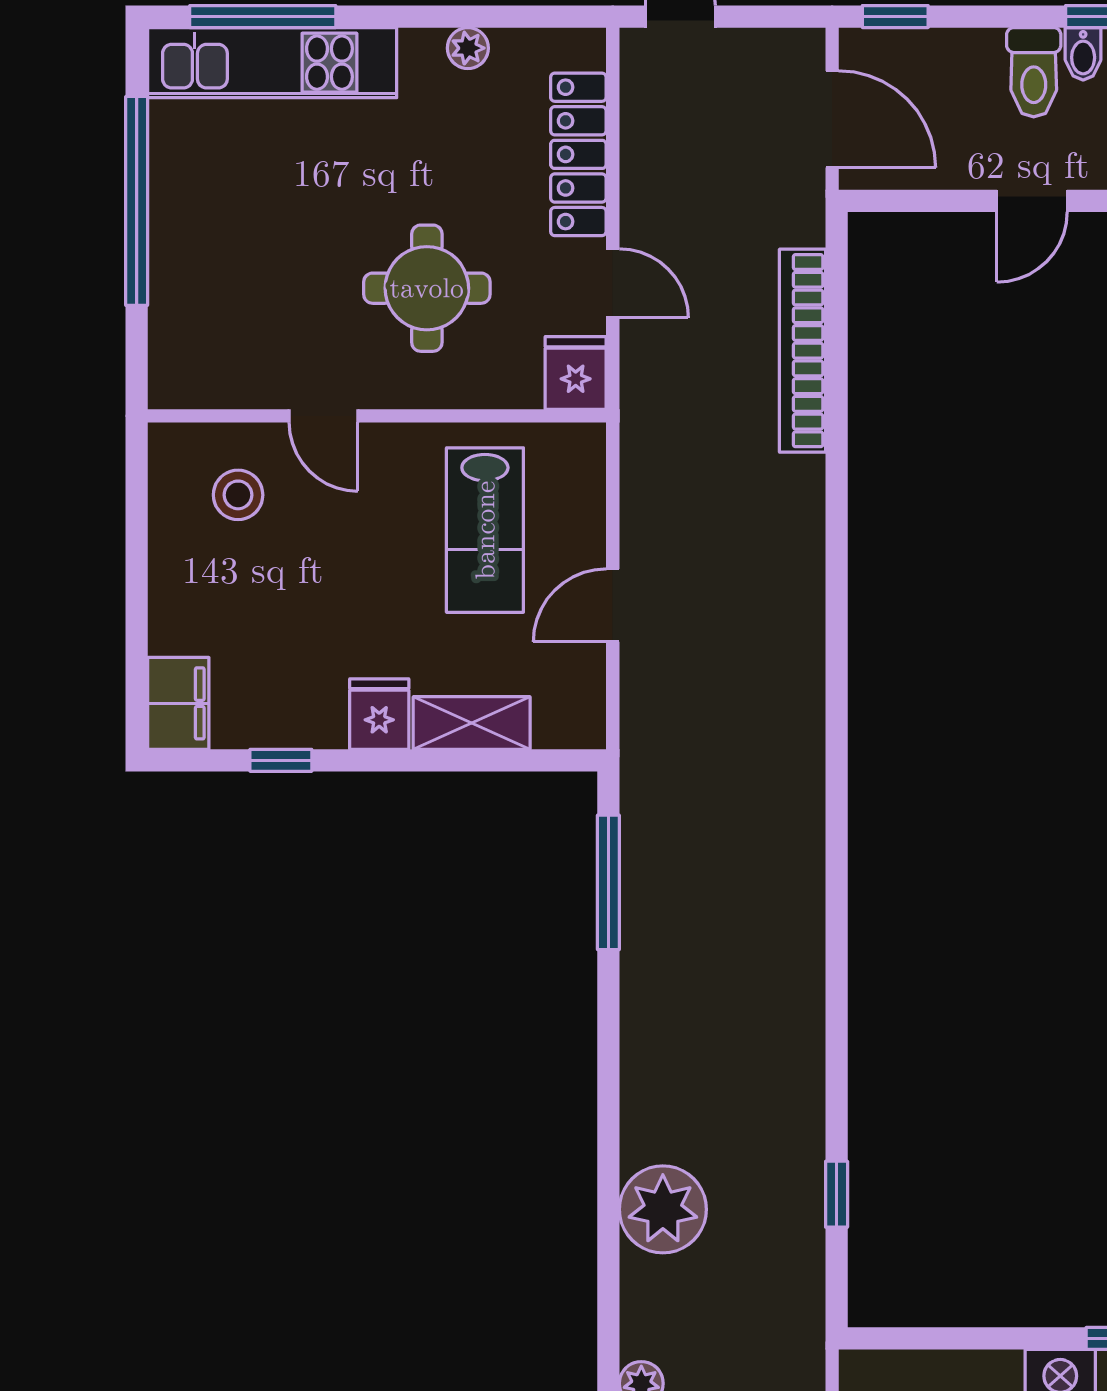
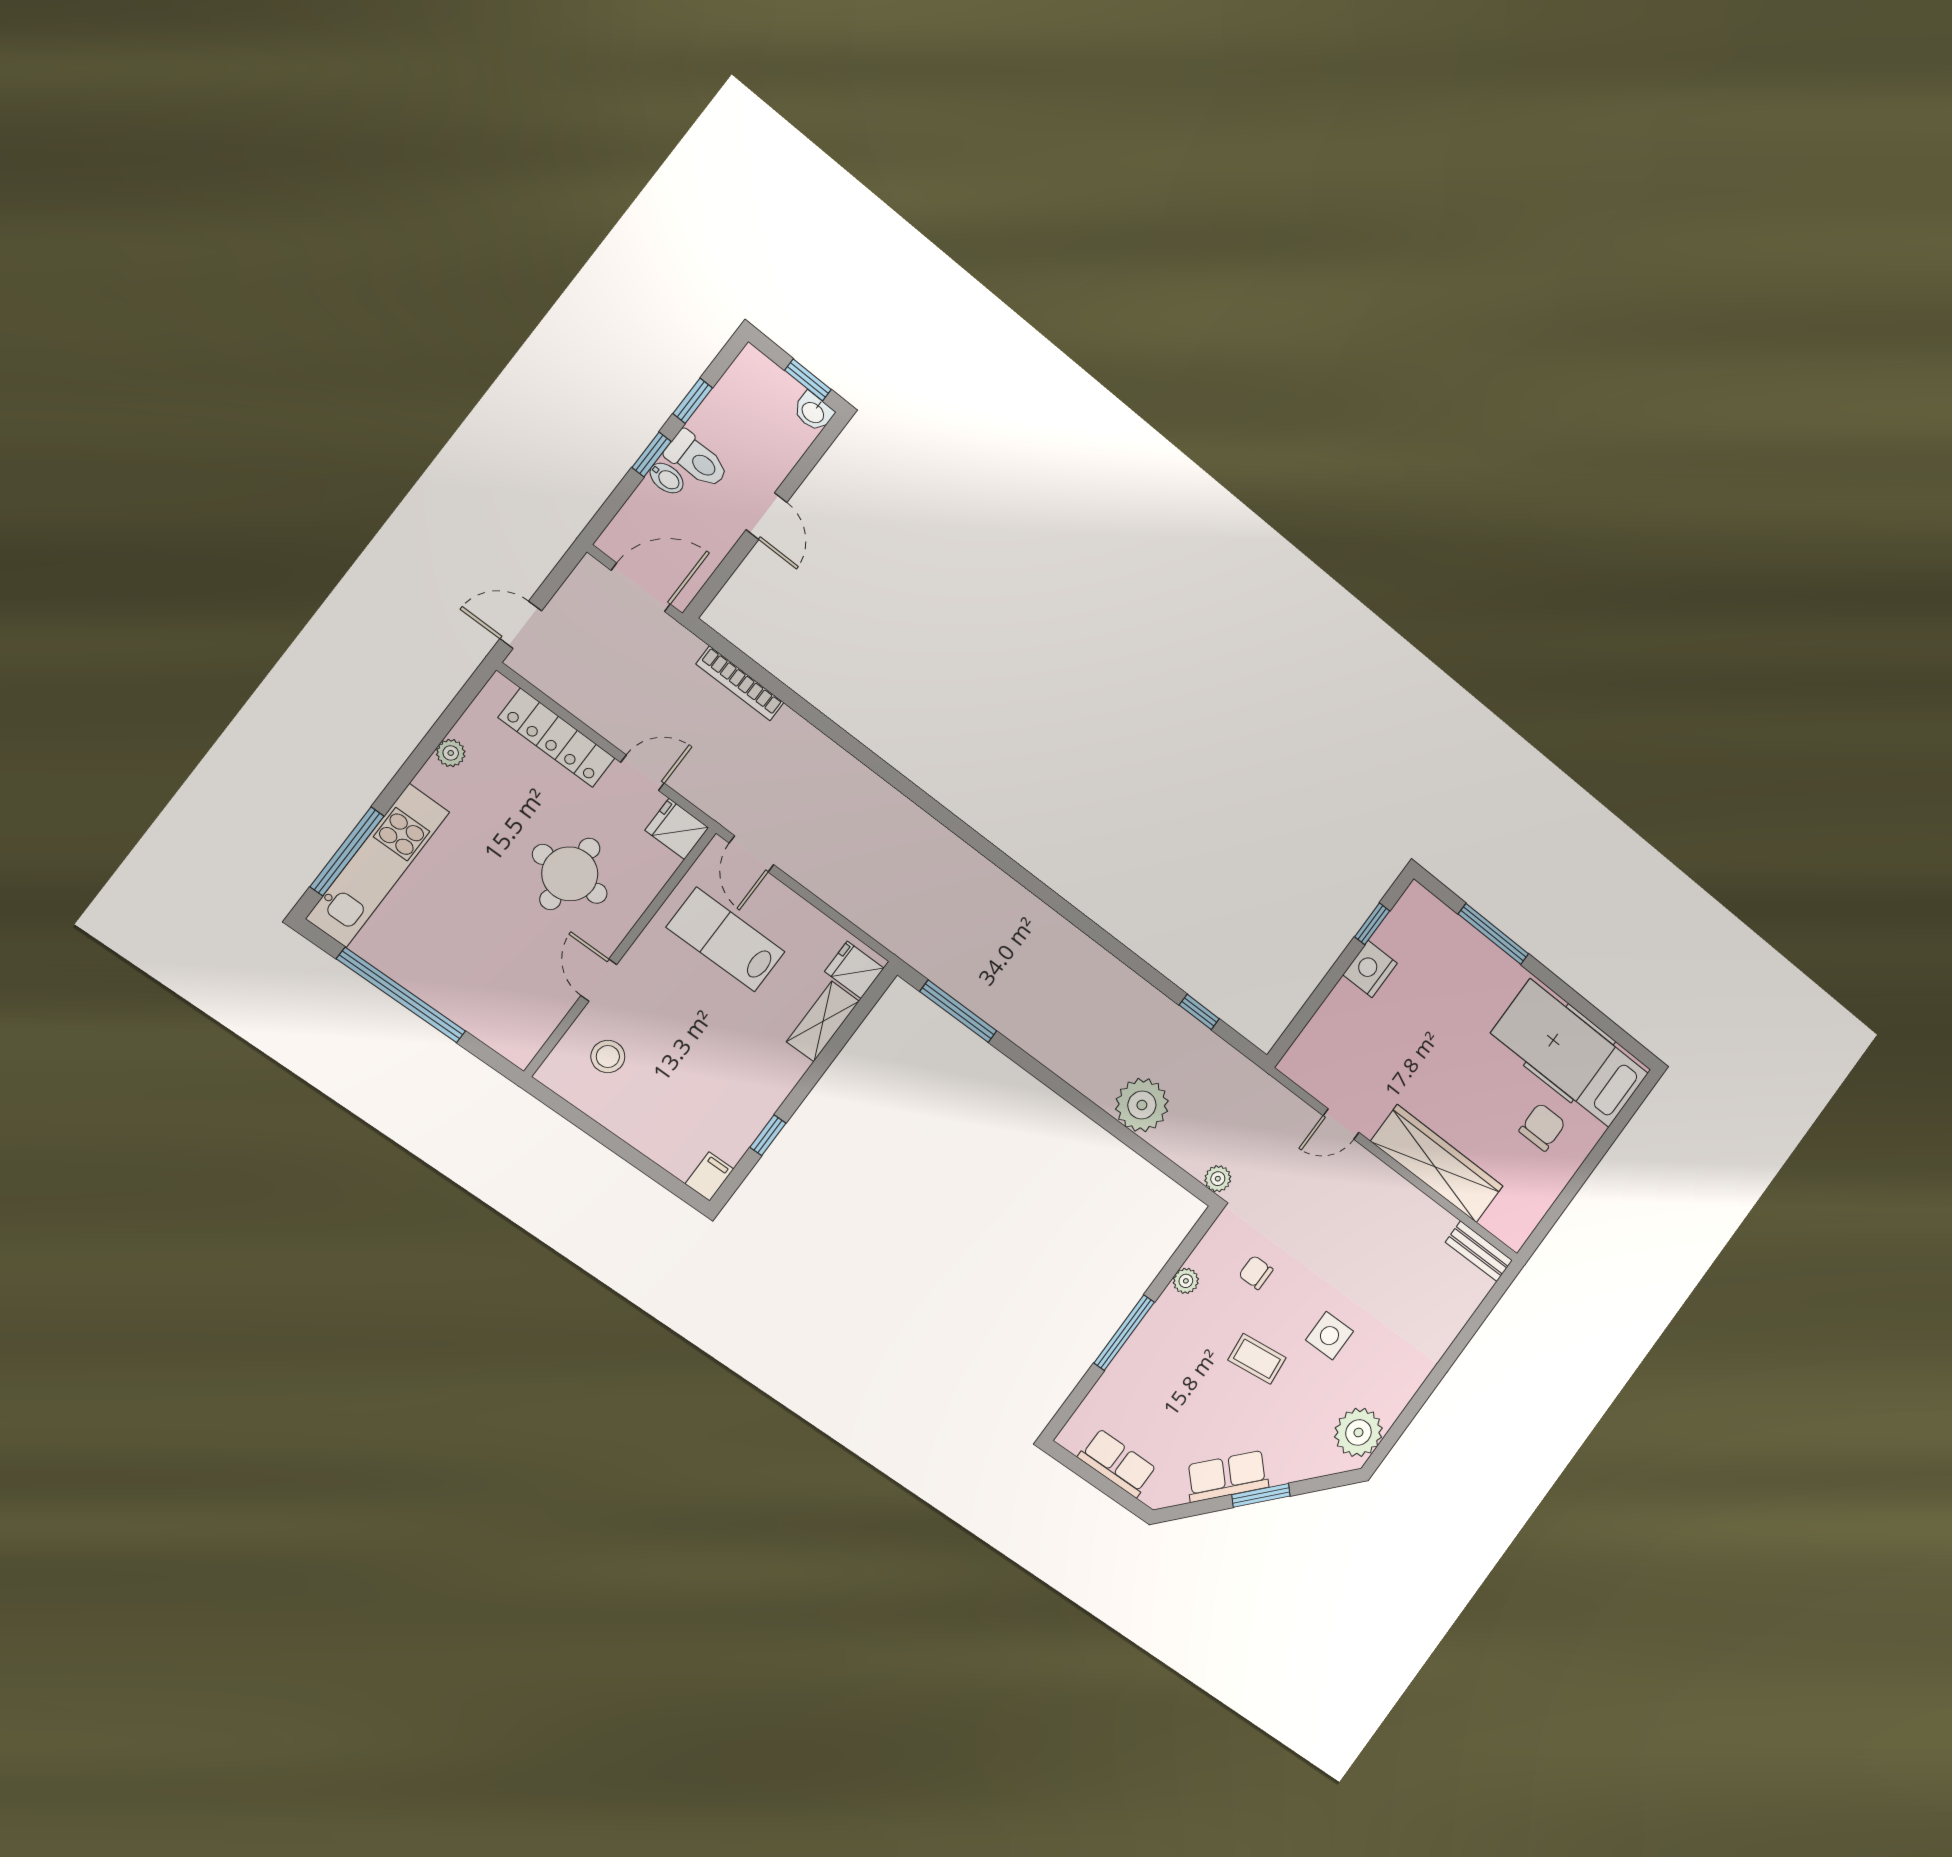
window: (895, 17) -> (651, 455), moved
bidet: (1083, 54) -> (667, 478), moved
bookcase: (803, 351) -> (740, 683), width x0.68, depth x0.76
door: (324, 416) -> (599, 980), swing flipped
lab bench: (485, 530) -> (726, 940), turned 180
door: (613, 605) -> (751, 854), moved
filing cabinet: (178, 703) -> (709, 1176), width x0.50
fridge: (379, 714) -> (854, 970), moved

